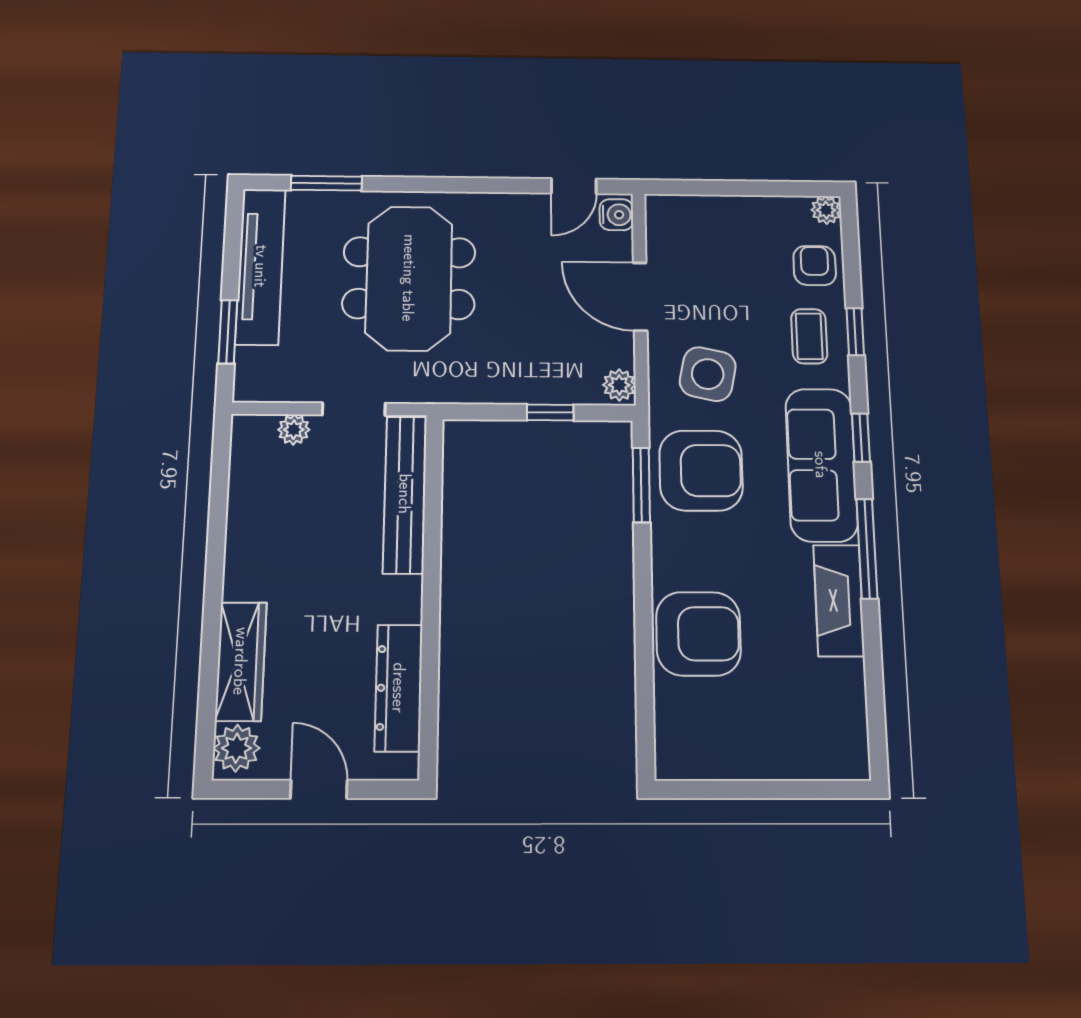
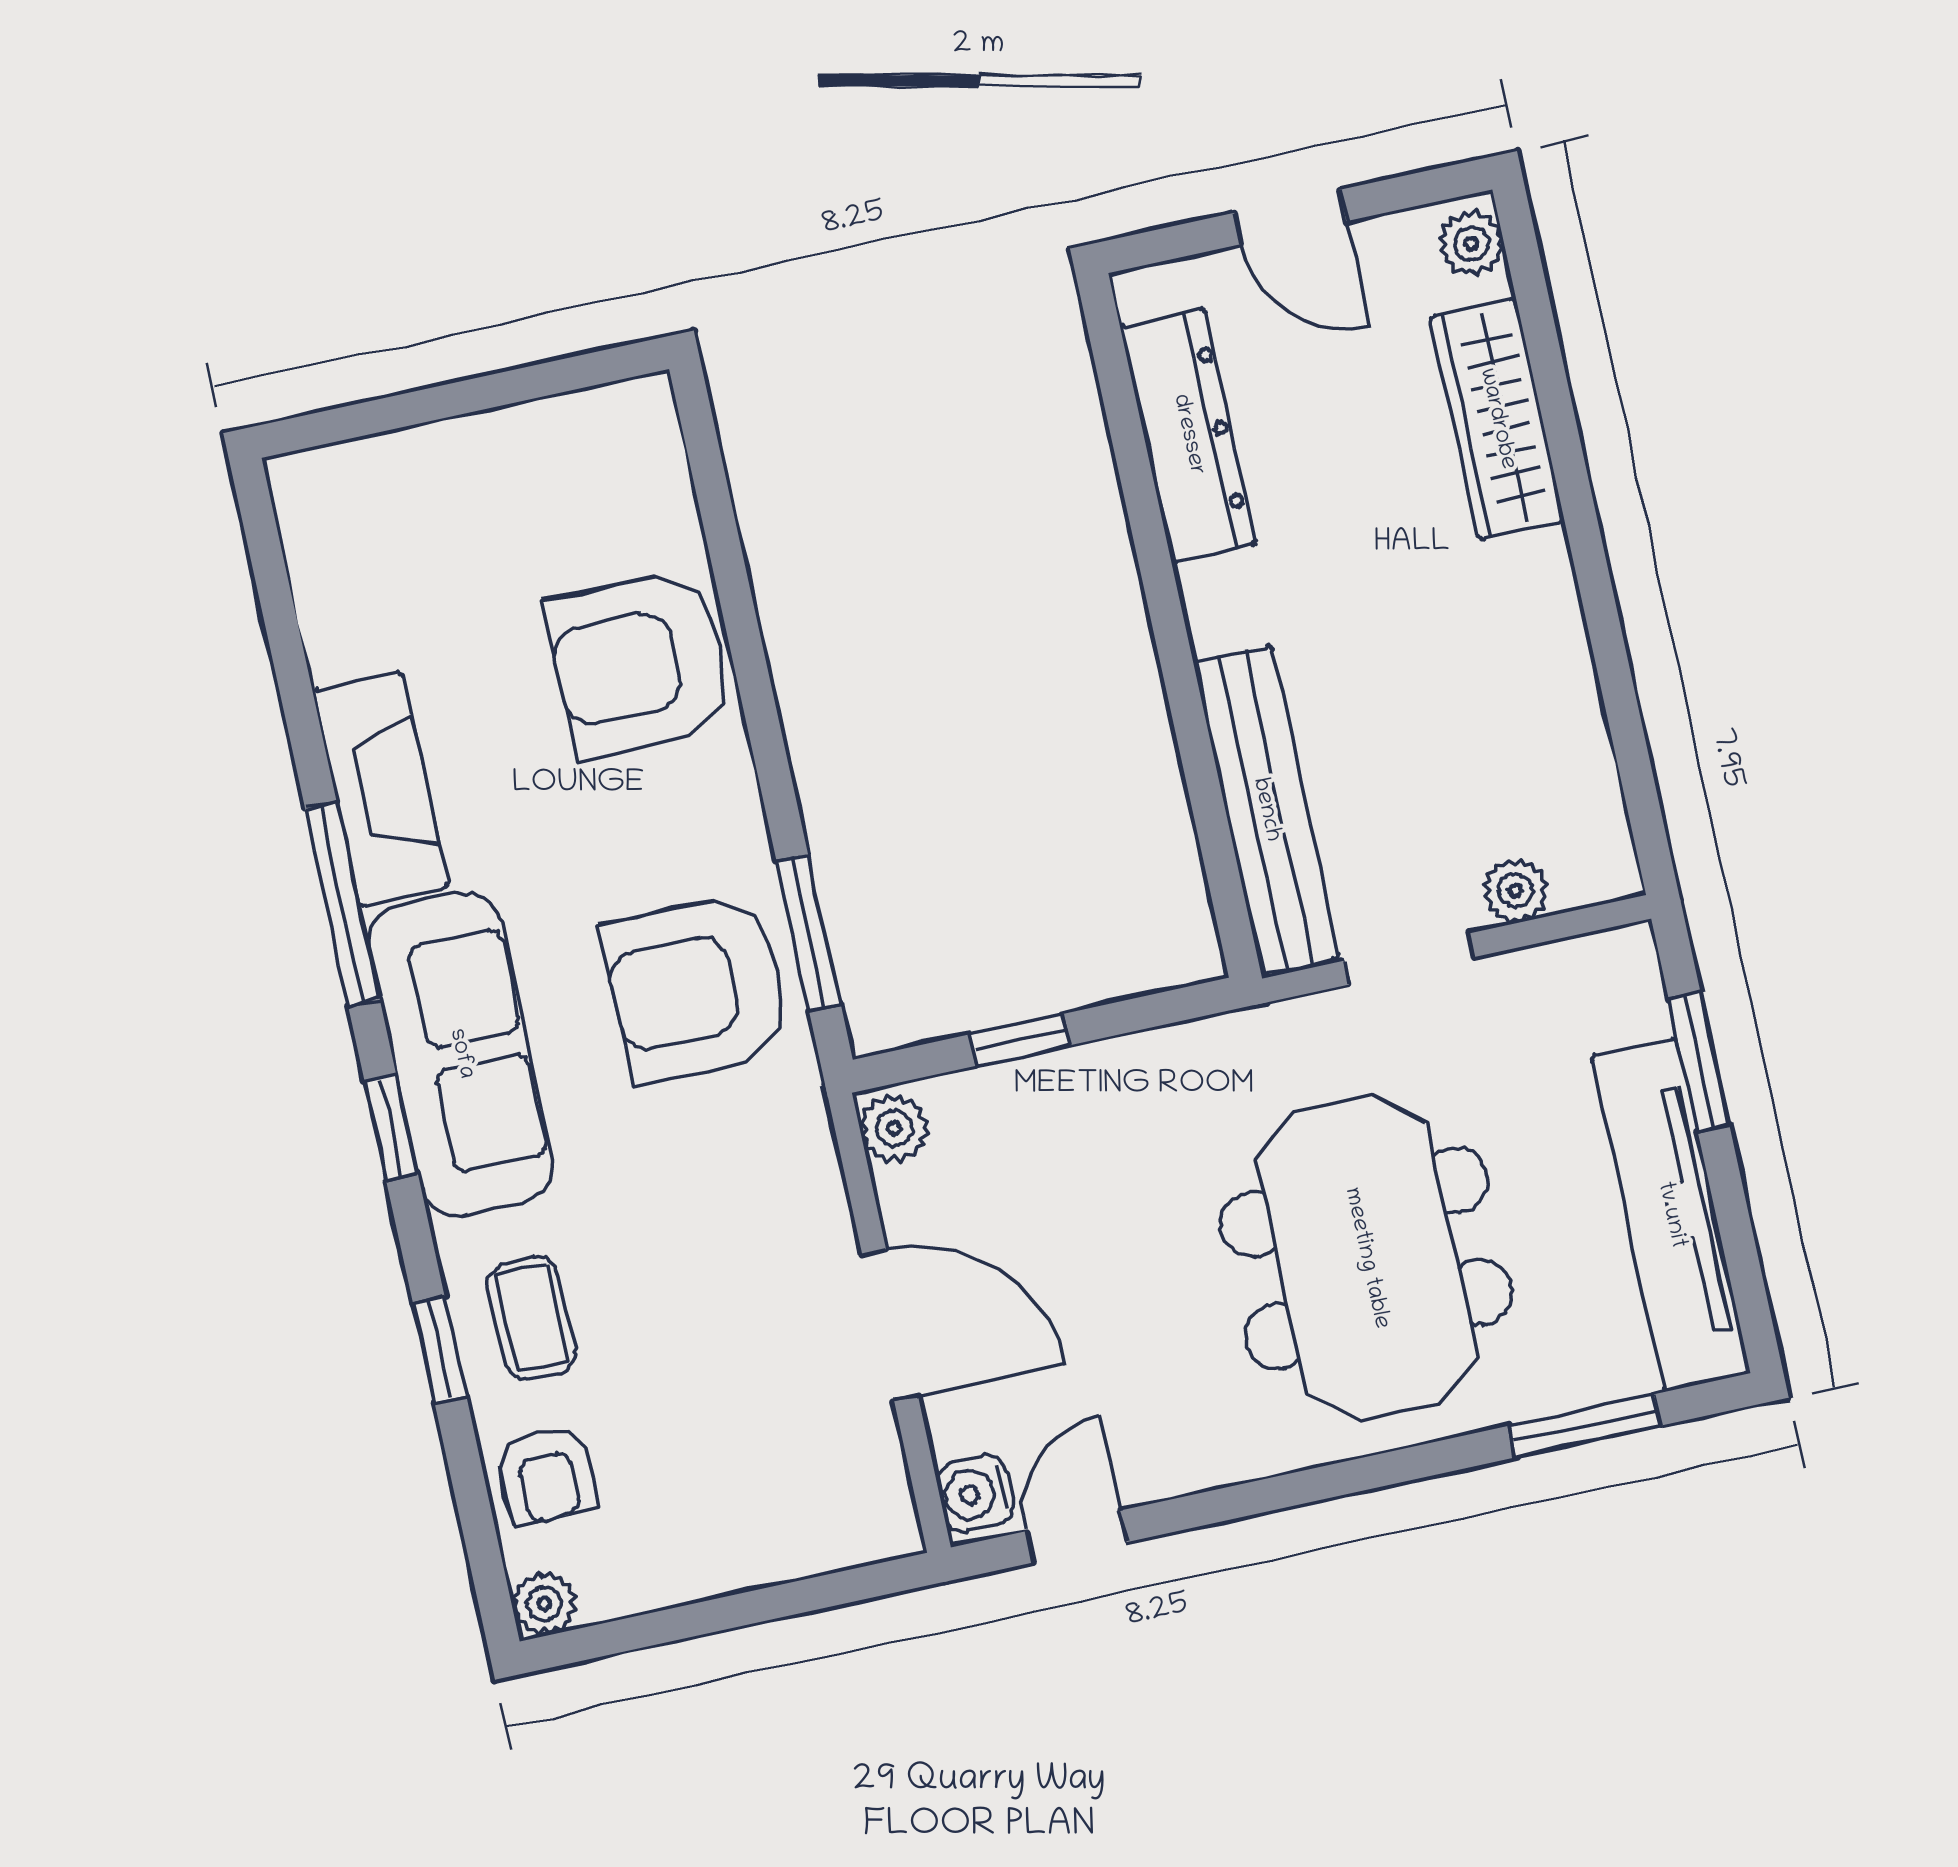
side table: (708, 374) -> (722, 1191), removed
plant: (236, 748) -> (1471, 244), width x0.73, depth x0.73

